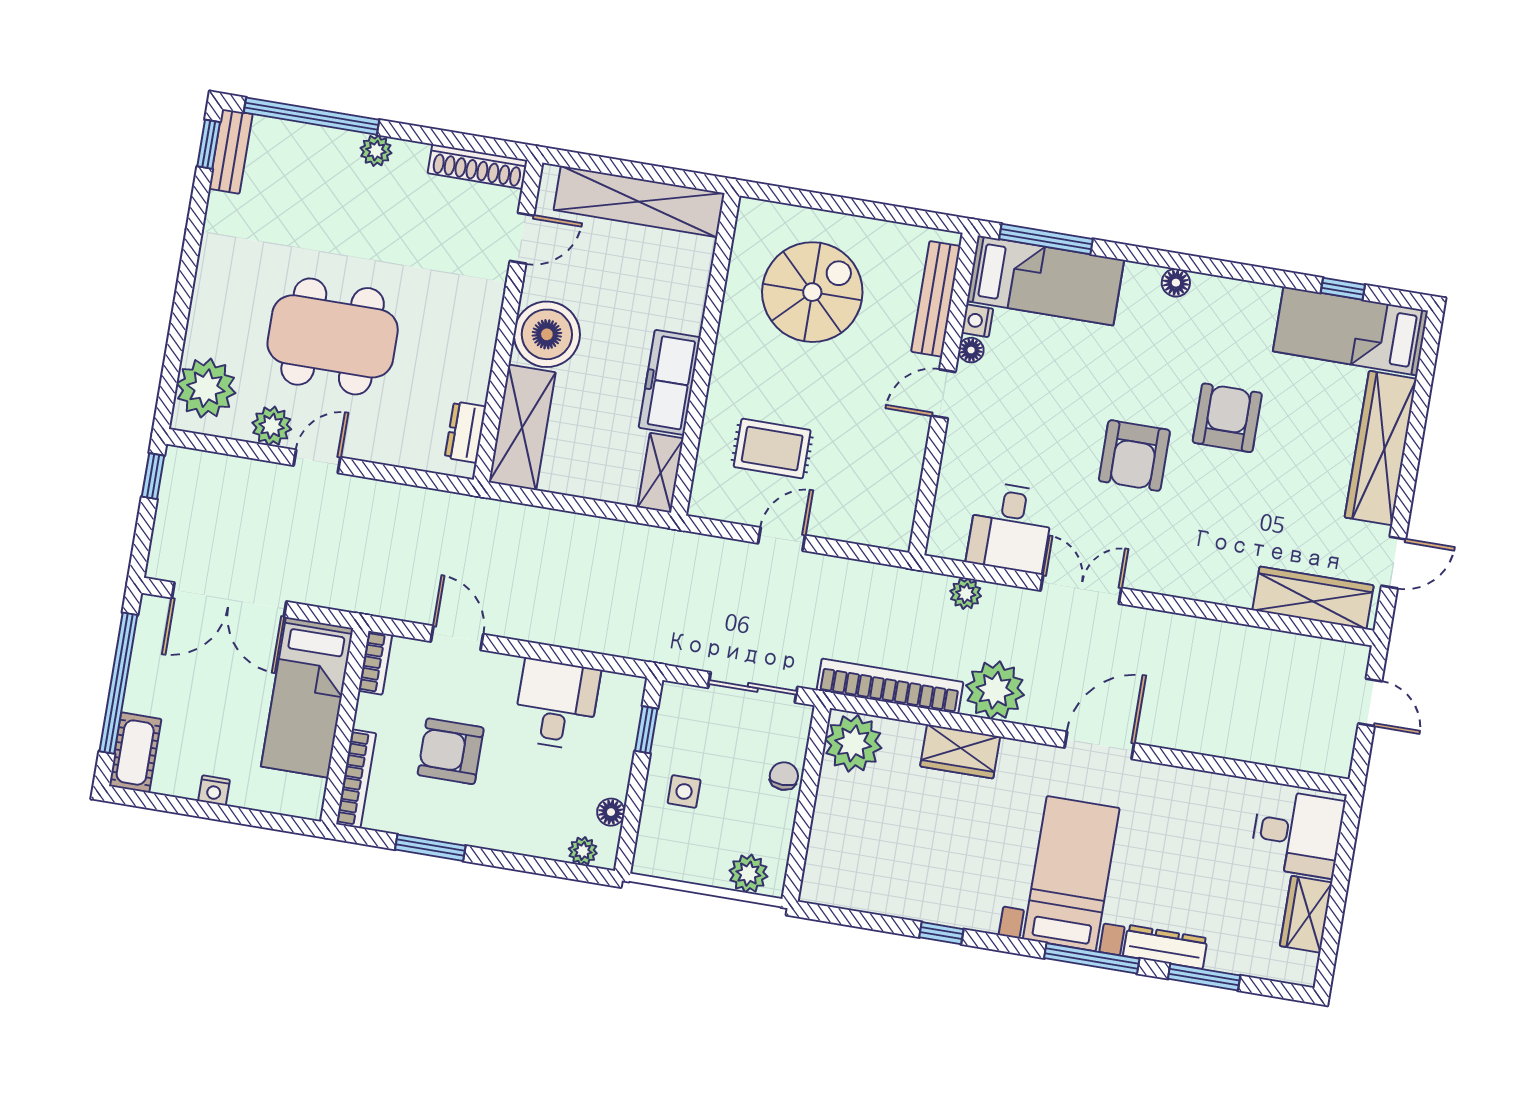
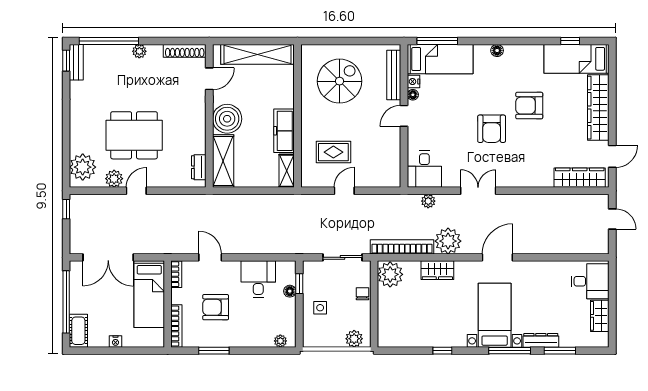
armchair: (1227, 418) -> (529, 106), turned -90
desk: (1010, 528) -> (424, 169), moved
floor lamp: (611, 812) -> (290, 291), moved

